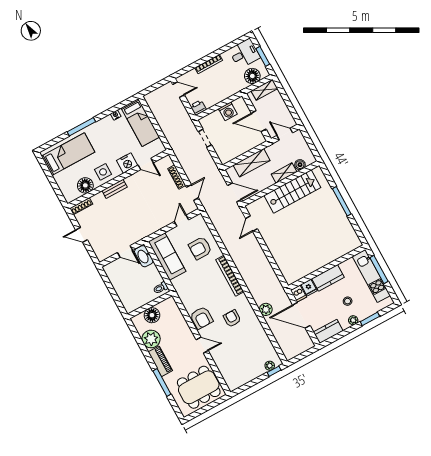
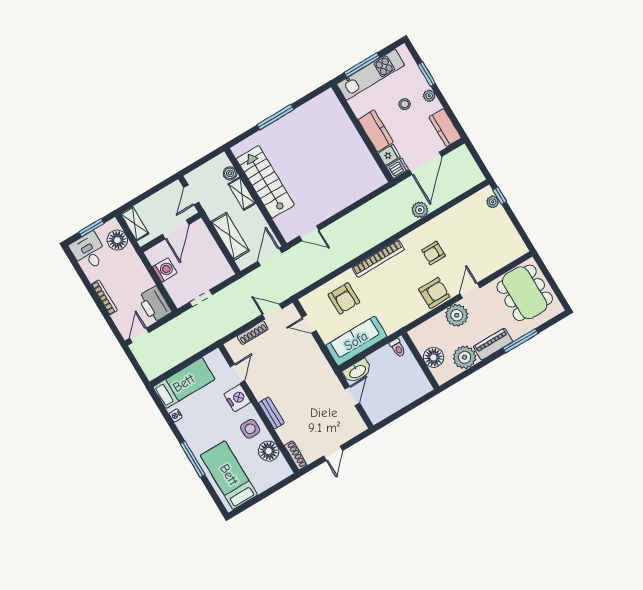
printer: (198, 108) -> (155, 304), width x1.87, depth x1.48
plant: (184, 334) -> (457, 315), added

